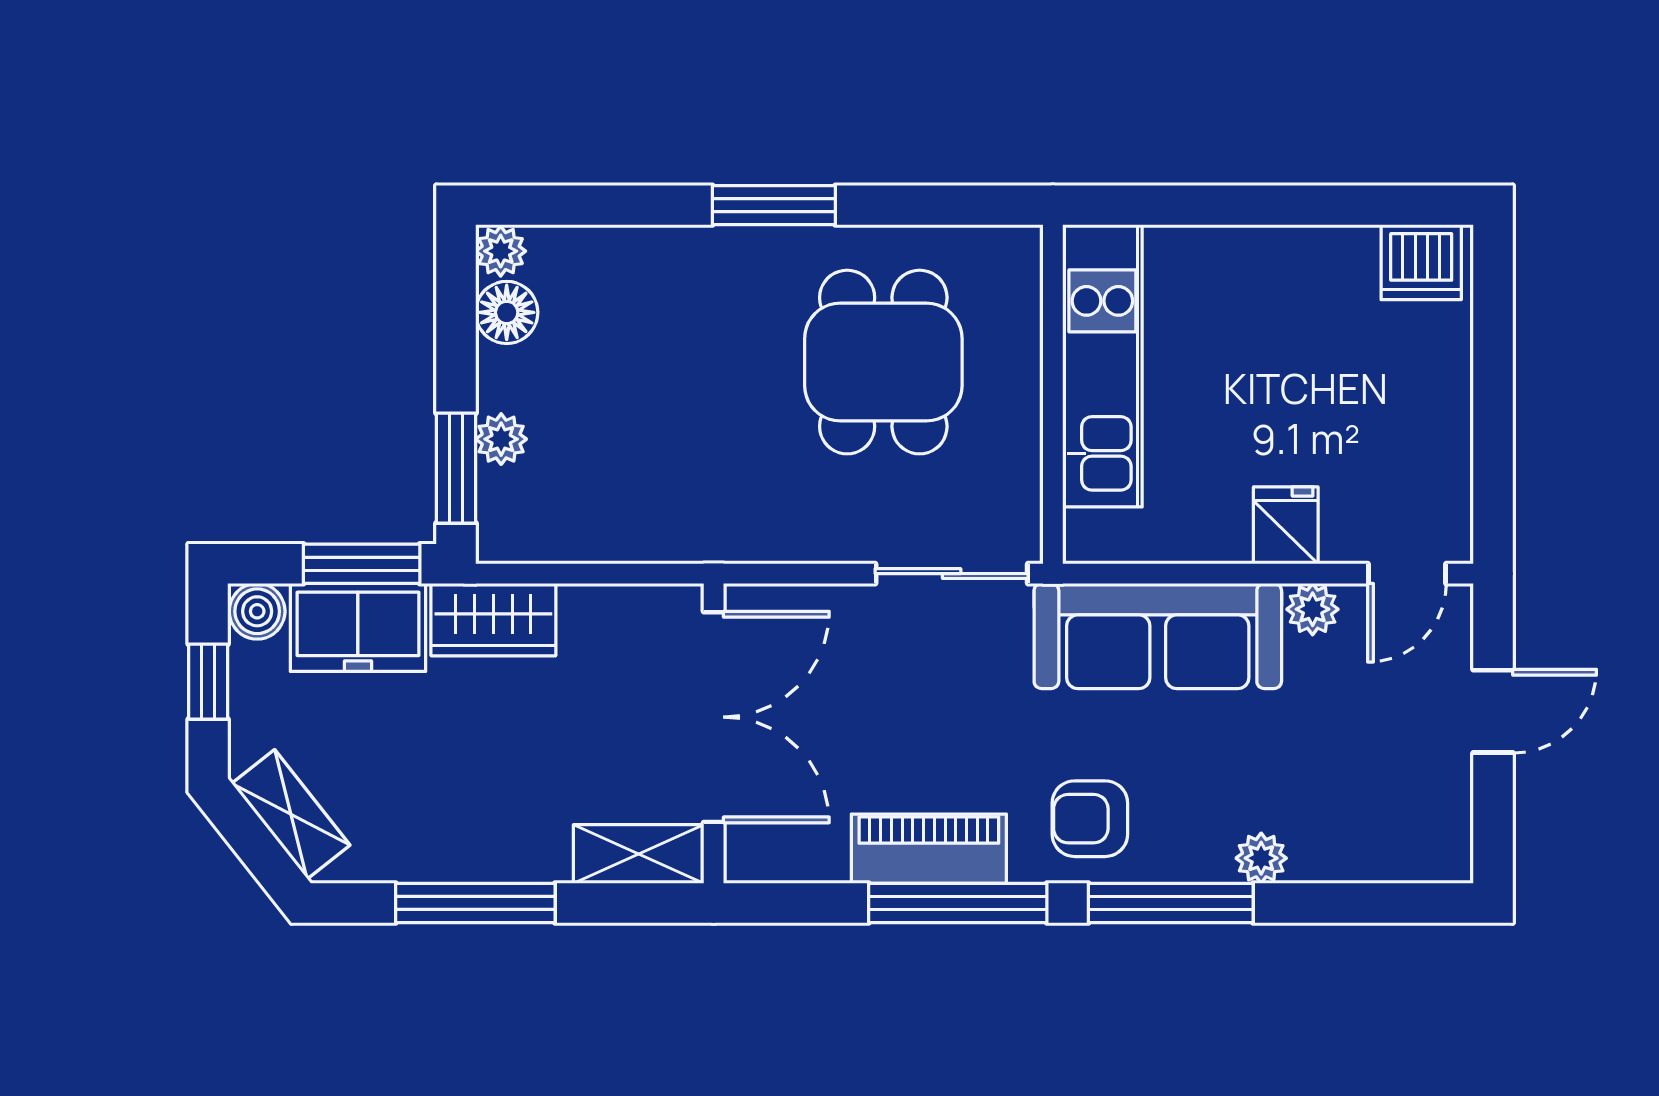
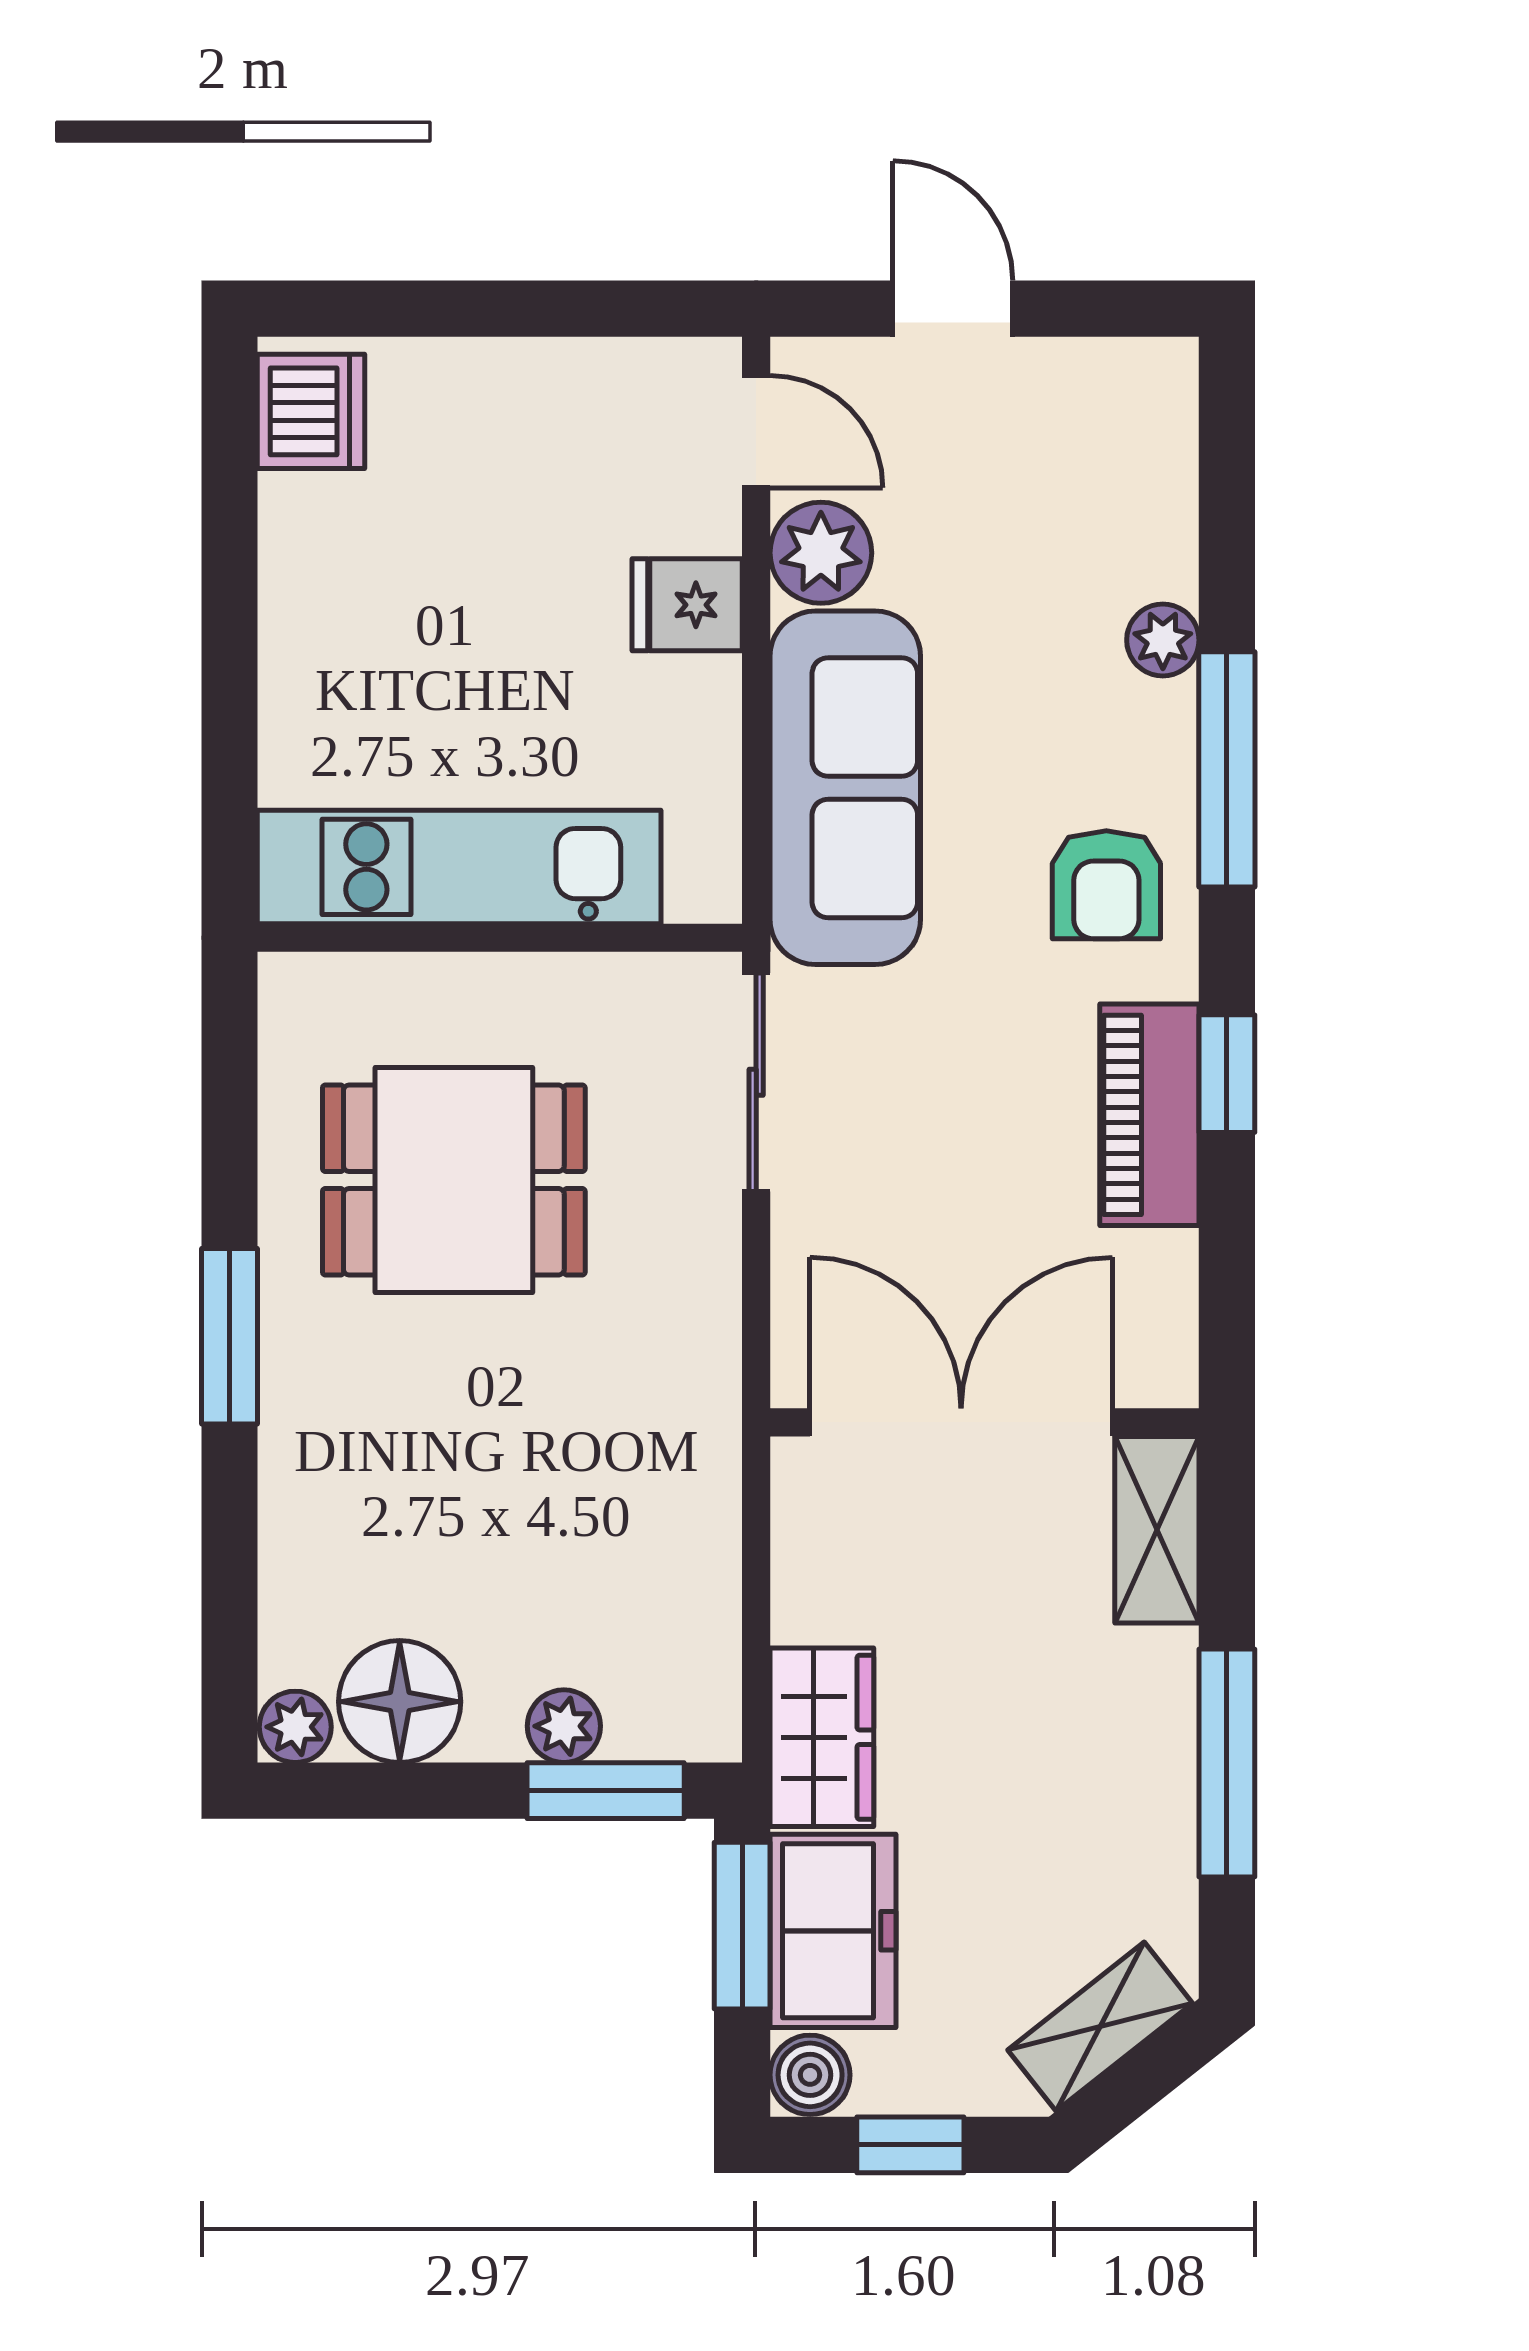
floor lamp: (507, 312) -> (400, 1702), width x1.38, depth x1.38
plant: (1313, 609) -> (821, 553), width x1.38, depth x1.38
window: (958, 903) -> (1227, 1074), width x0.46

